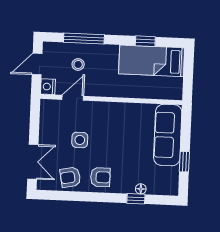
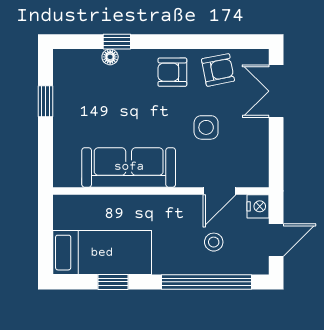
window: (84, 38) -> (207, 282), width x1.46
sofa: (168, 135) -> (129, 167), moved, turned -90

